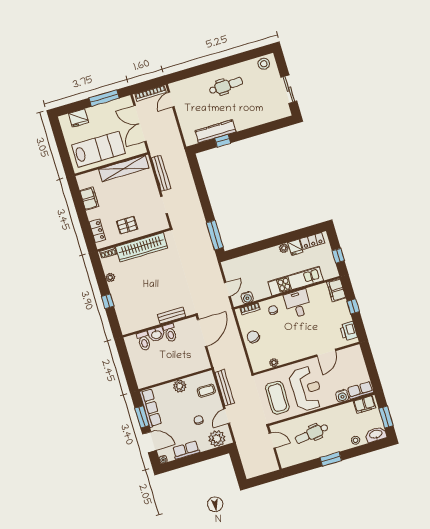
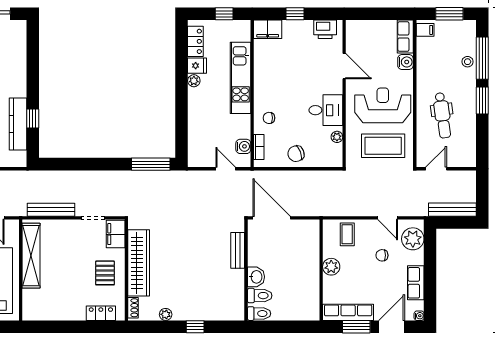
filing cabinet: (89, 199) -> (116, 234), moved, turned -90
desk: (298, 304) -> (326, 110), moved, turned 180
toilet: (170, 333) -> (259, 314), moved
bench: (225, 388) -> (452, 210), moved
filing cabinet: (365, 404) -> (425, 30), width x0.50
washbasin: (376, 435) -> (468, 33), removed
window: (361, 450) -> (482, 58), added

